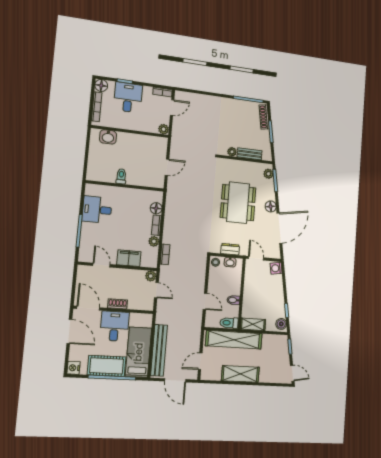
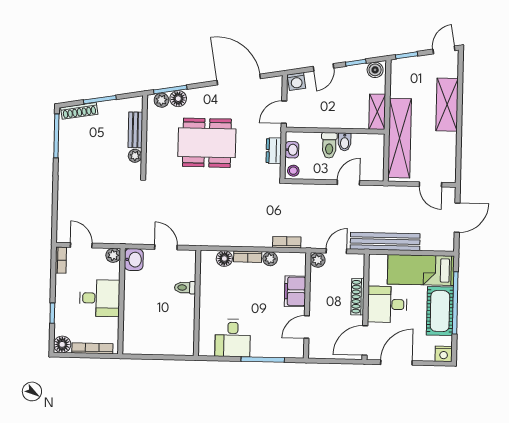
desk: (128, 97) -> (100, 298), moved, turned 180
washbasin: (108, 137) -> (134, 260), moved
toilet: (121, 176) -> (185, 288), moved
floor lamp: (271, 206) -> (178, 99), moved
door: (285, 288) -> (323, 67), added
shoe rack: (118, 304) -> (358, 297), width x1.43
toilet: (229, 323) -> (329, 145), moved
bench: (159, 350) -> (385, 242), moved
shelving: (240, 374) -> (447, 105), moved

